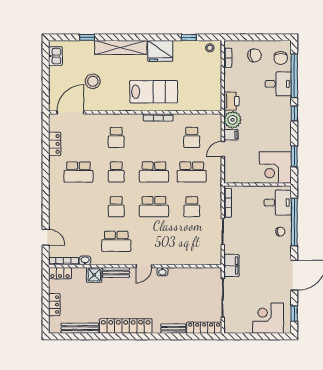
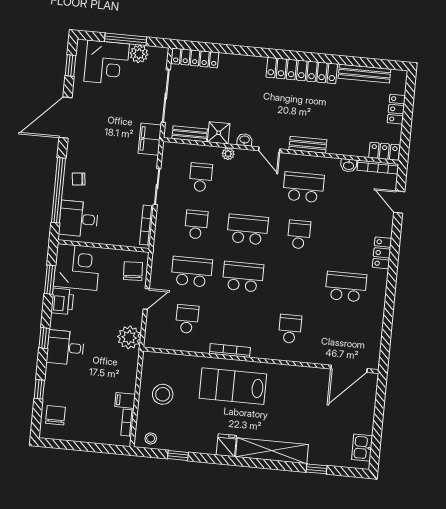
fridge: (160, 51) -> (226, 445), width x0.53, depth x0.75
chair: (255, 55) -> (133, 271), moved, turned 99
window: (294, 76) -> (39, 389), width x0.32
stool: (93, 81) -> (163, 394), moved
desk: (278, 84) -> (65, 347), moved
printer: (232, 101) -> (62, 301), moved, turned 180
filing cabinet: (231, 135) -> (125, 400), moved
locker: (55, 144) -> (382, 253), moved
school desk: (116, 172) -> (201, 177), moved
plant: (173, 260) -> (228, 154), added
door: (144, 266) -> (269, 150), swing flipped
shower: (94, 275) -> (219, 133), moved
plant: (245, 327) -> (139, 54), added
bench: (173, 329) -> (190, 134), moved
window: (256, 336) -> (126, 39), added

